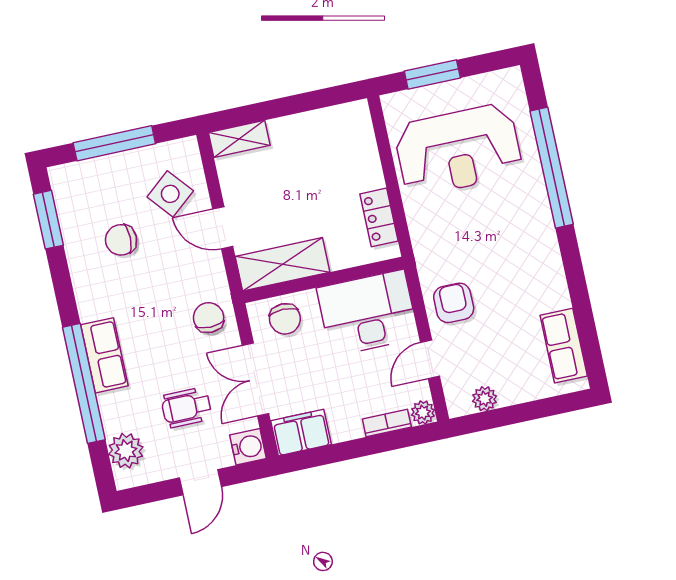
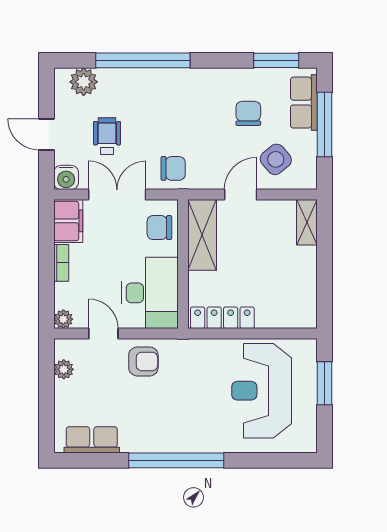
window: (552, 168) -> (176, 460), moved
locker: (379, 217) -> (222, 318), width x1.53
row of seats: (104, 355) -> (304, 103), moved, turned 90
bookcase: (387, 423) -> (61, 263), moved

